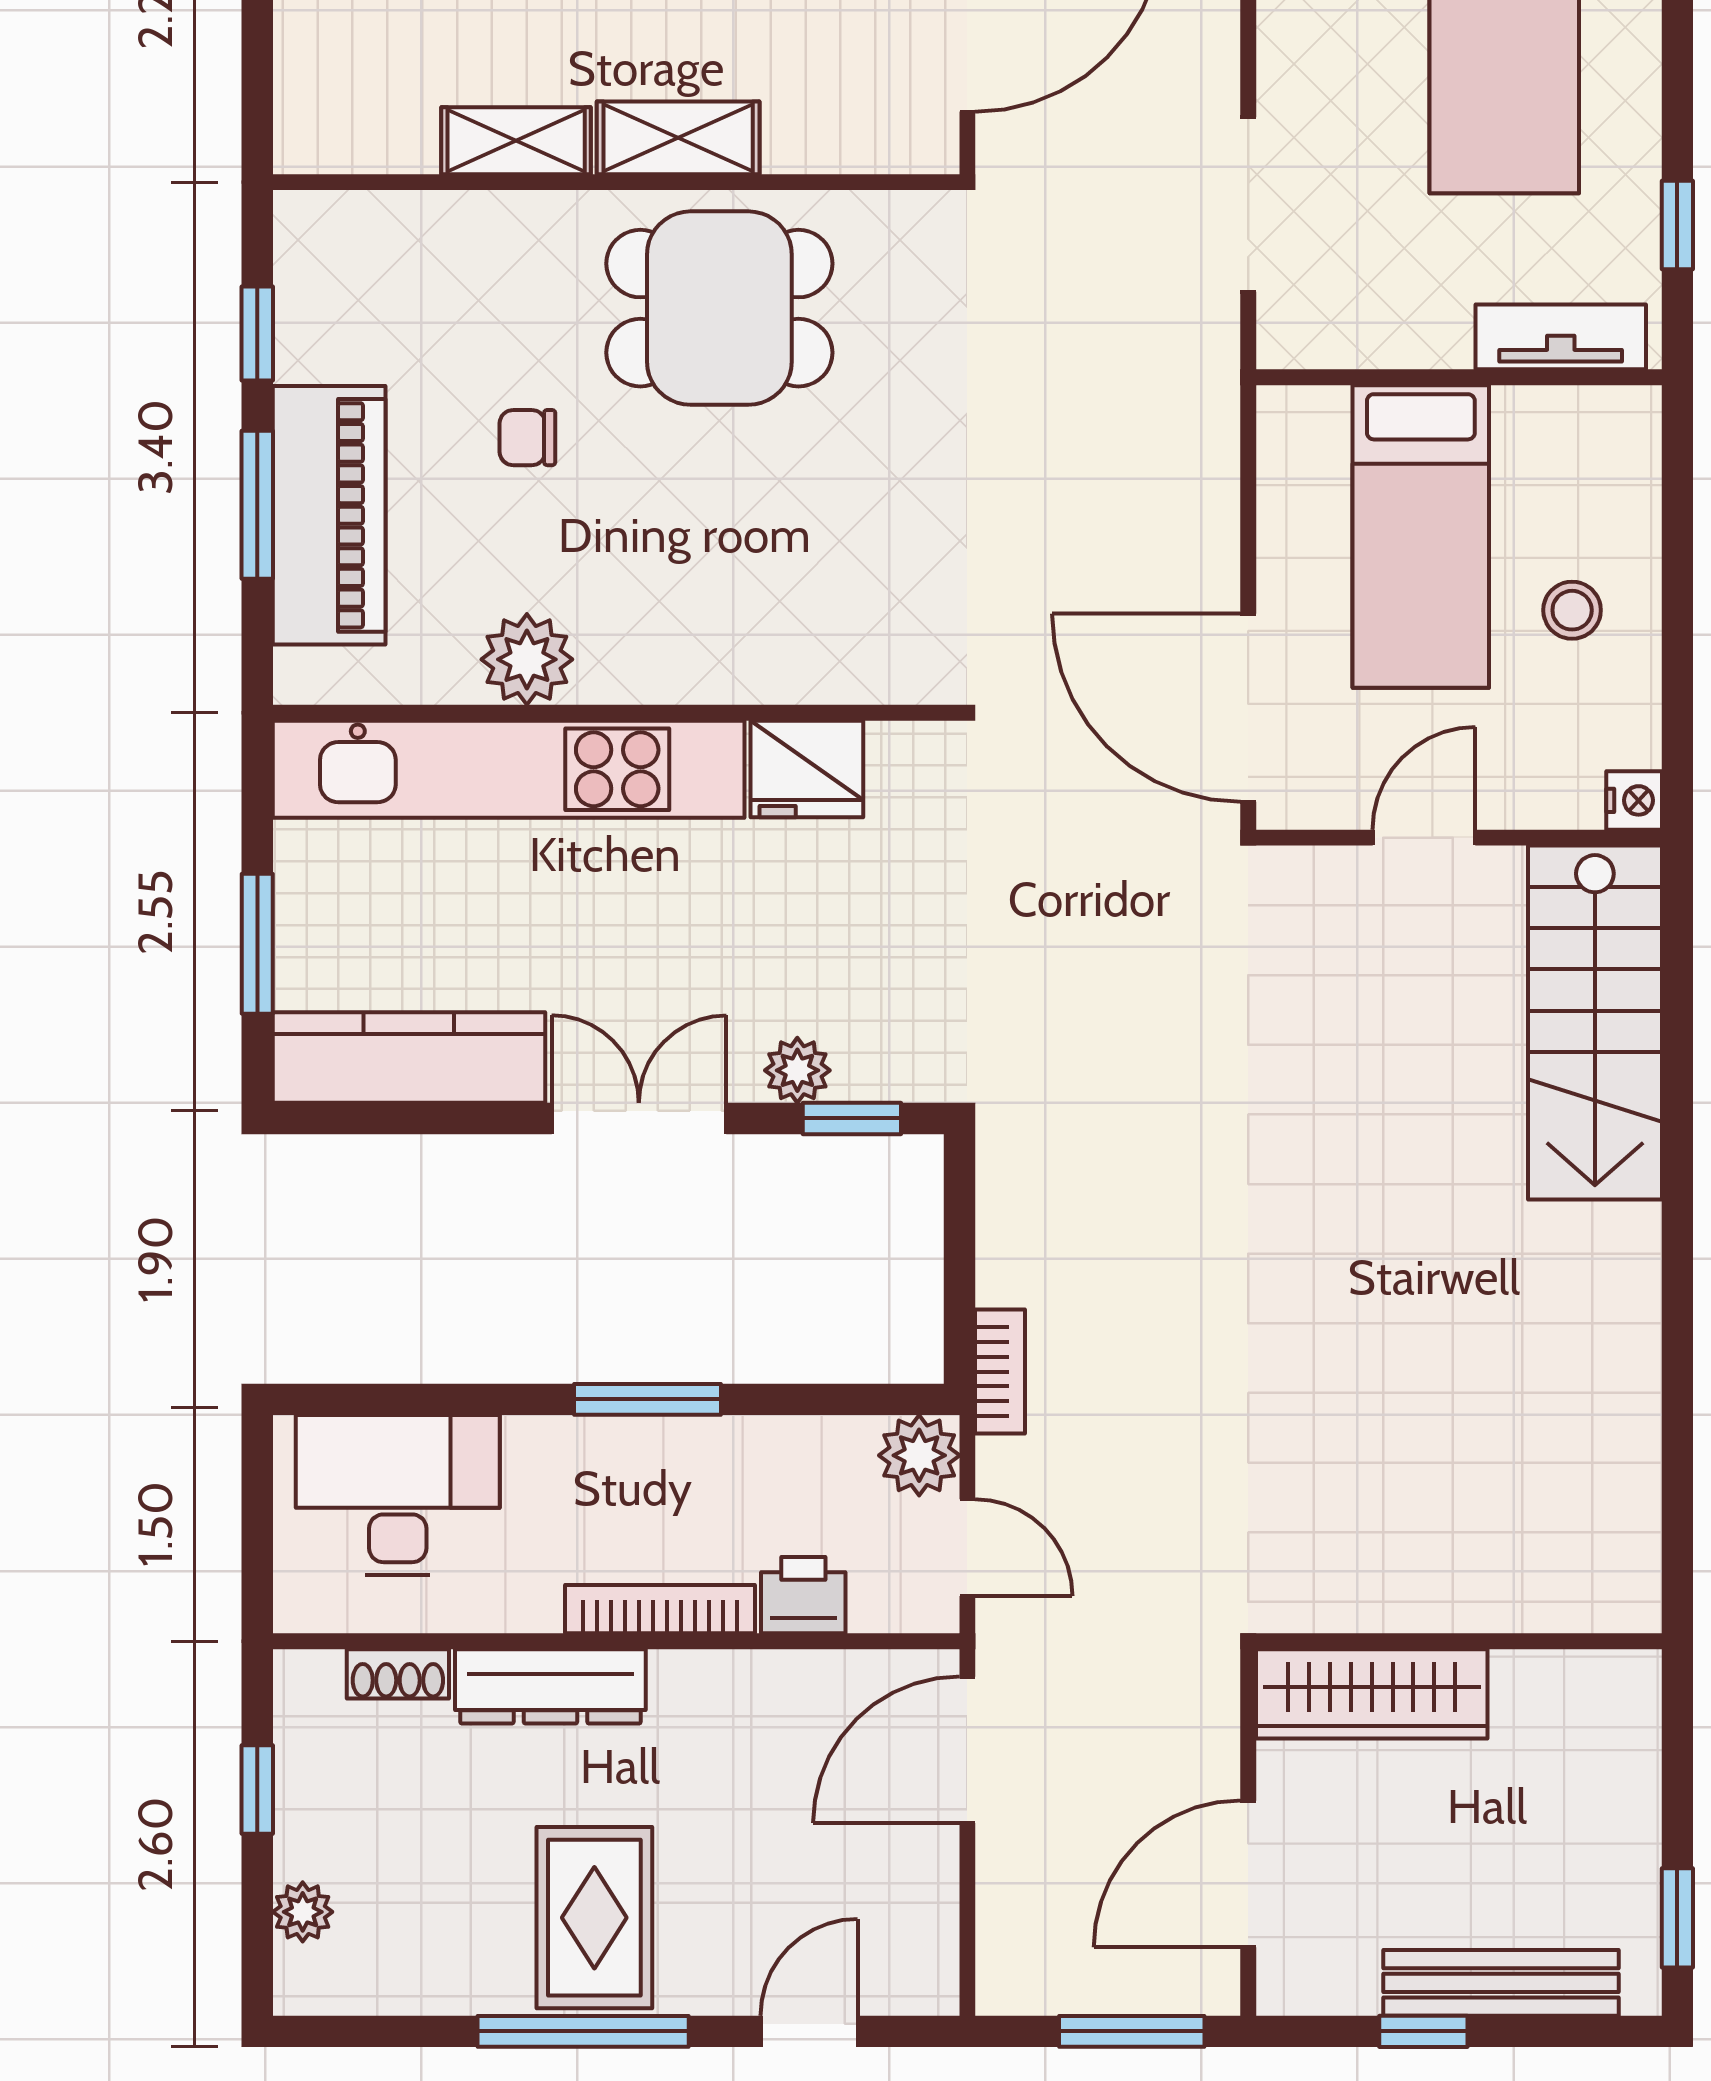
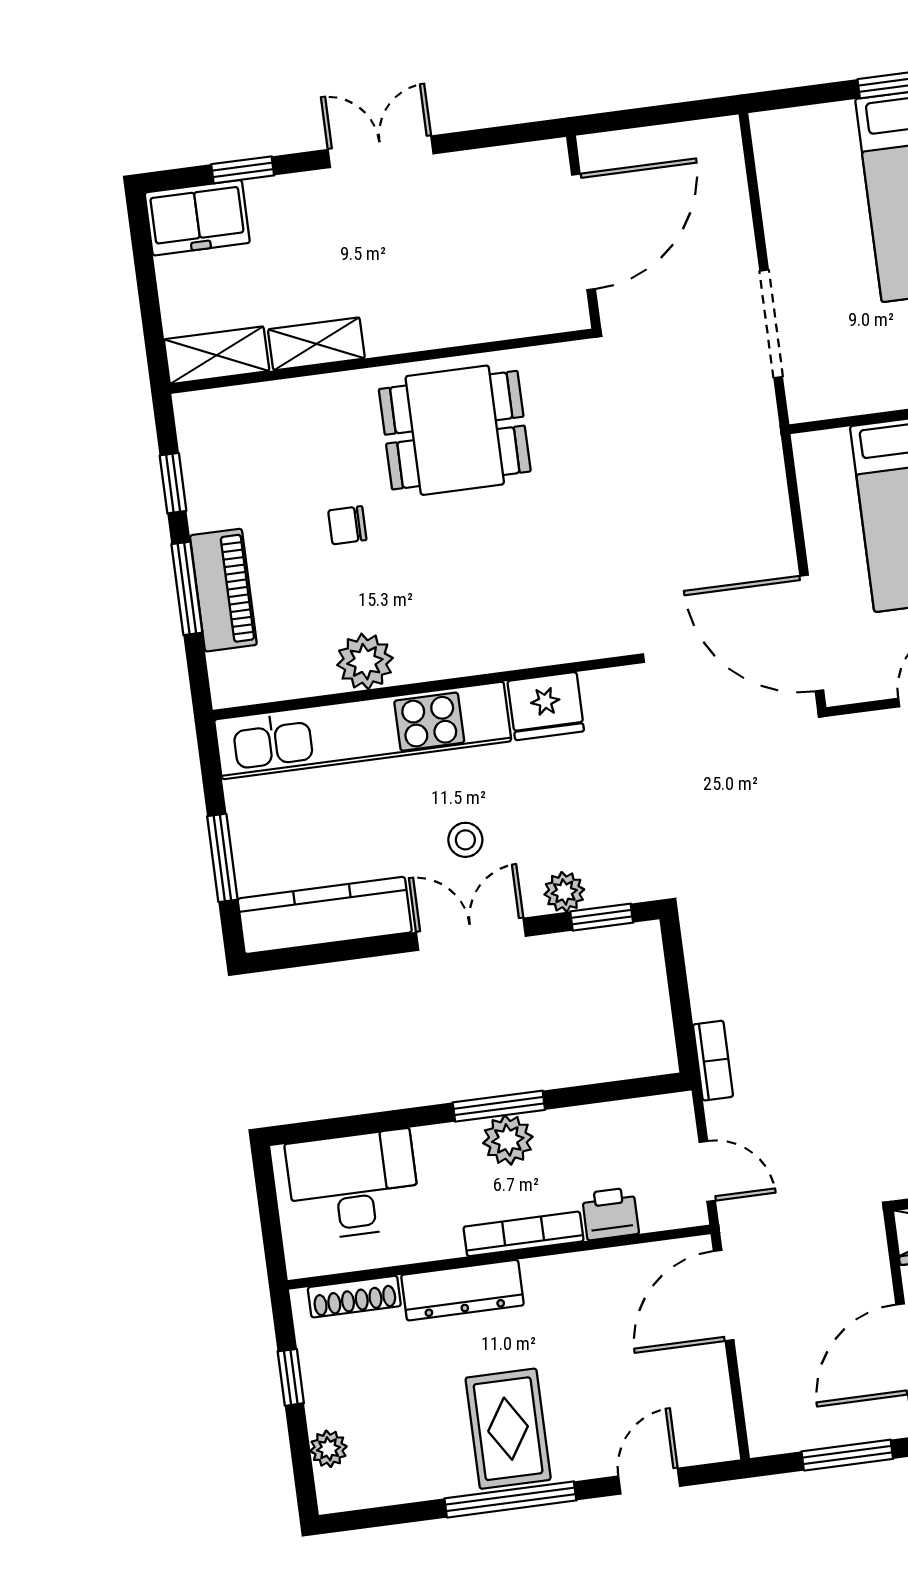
shelving: (678, 138) -> (217, 355), moved
piano: (329, 515) -> (223, 590), width x0.73, depth x0.75
stool: (650, 966) -> (465, 840), added
plant: (919, 1455) -> (508, 1140), moved
shoe rack: (398, 1674) -> (354, 1297), width x1.43

